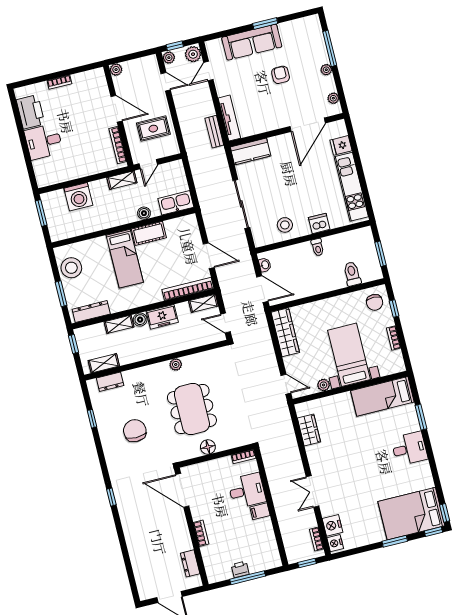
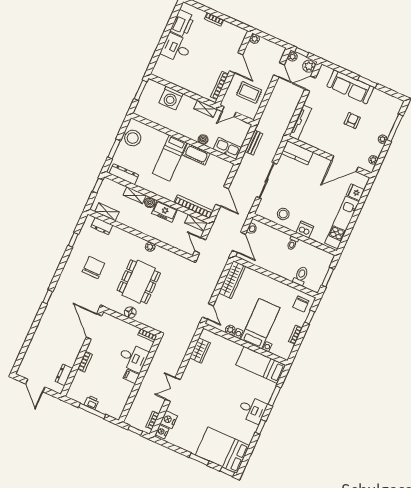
bench: (214, 132) -> (254, 143), moved
window: (445, 513) -> (260, 427), moved

